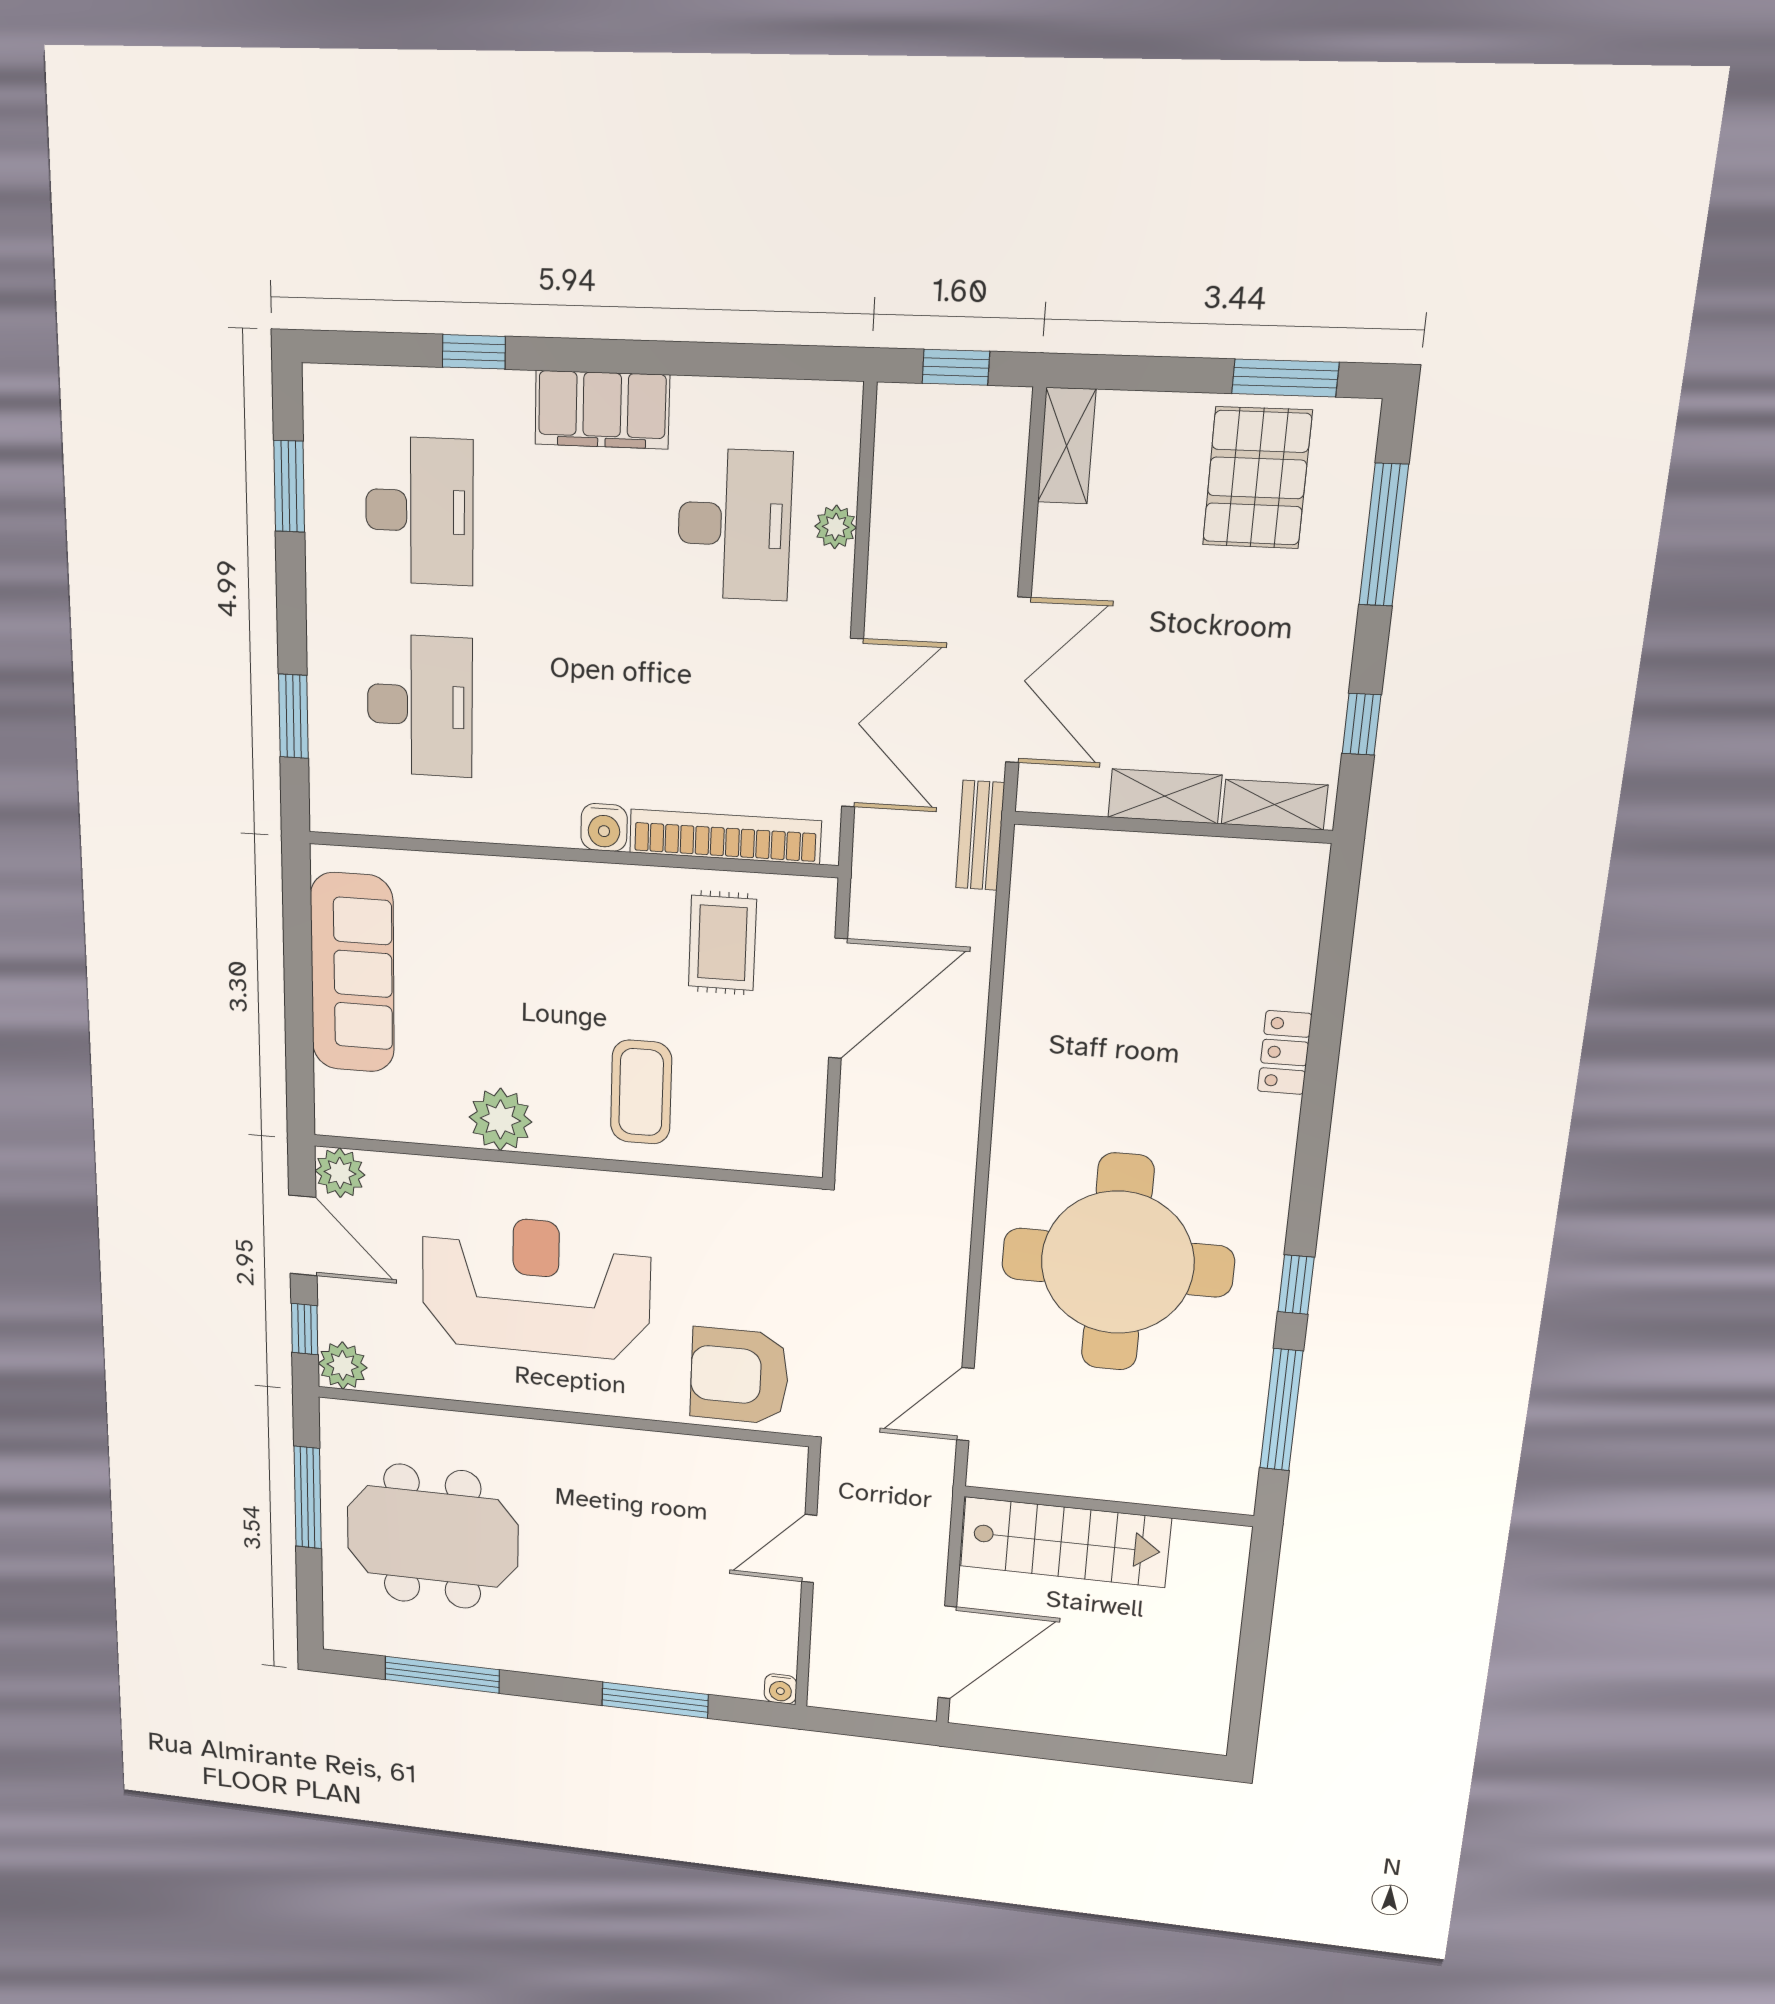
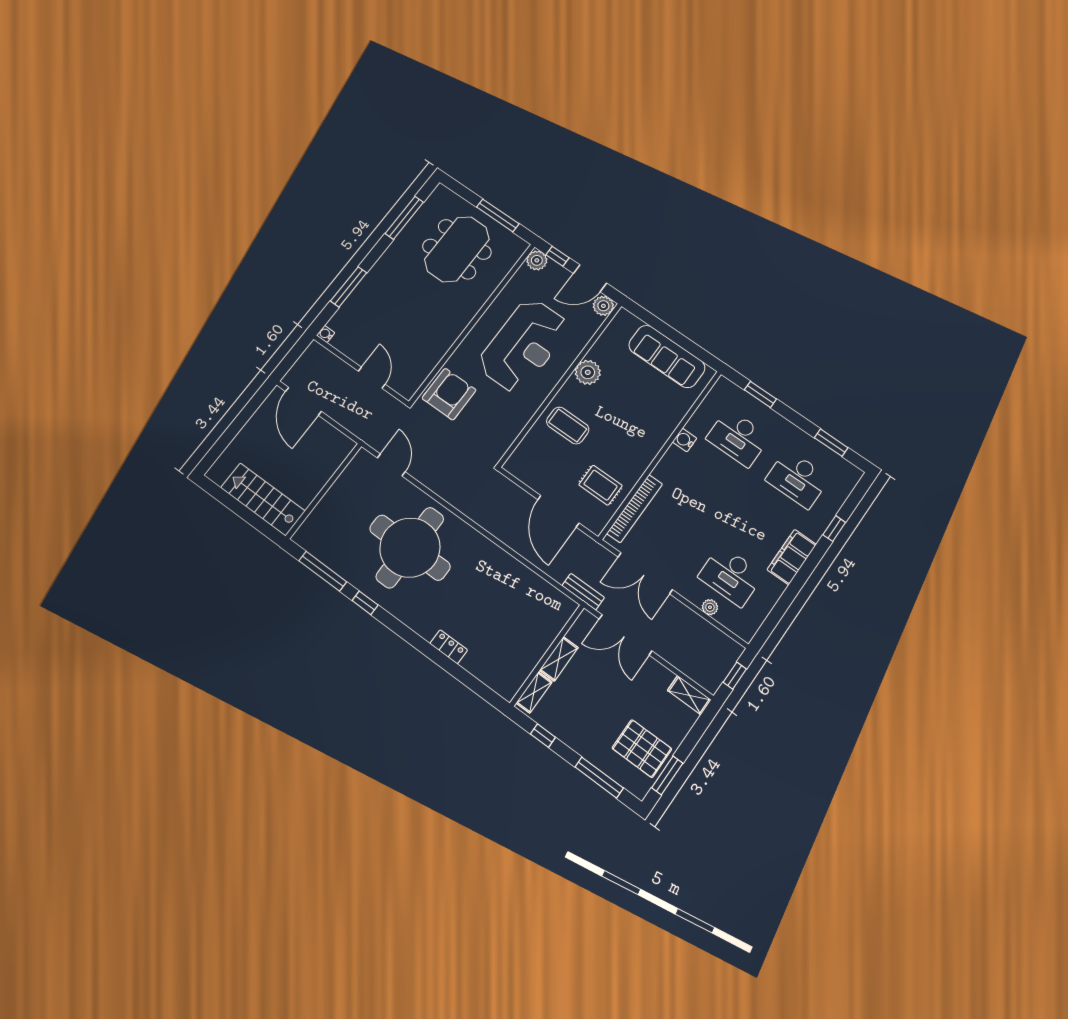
water cooler: (604, 827) -> (685, 440), moved
stairs: (1065, 1542) -> (263, 499), moved, turned 90

